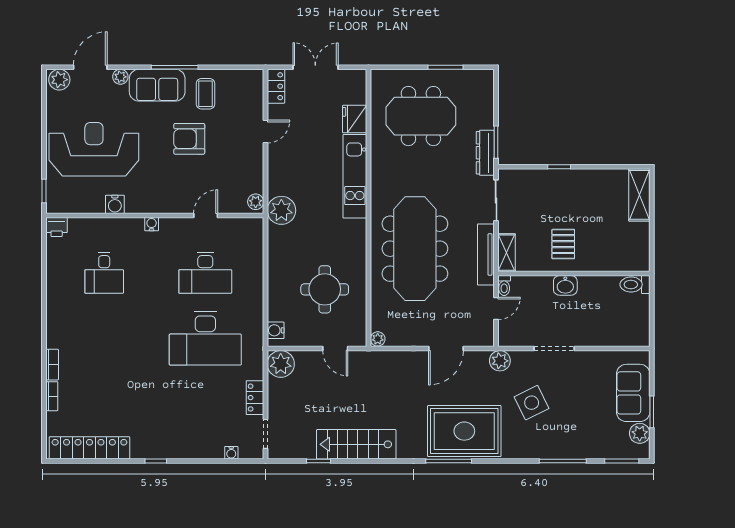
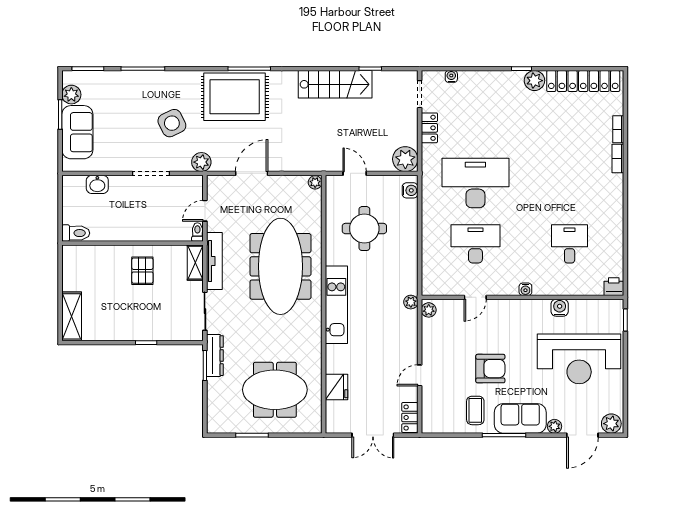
kitchen unit: (355, 176) -> (336, 305), moved
plant: (281, 210) -> (411, 302), width x0.53, depth x0.53
washbasin: (565, 285) -> (97, 184), moved, turned 180
plant: (142, 448) -> (534, 81), added

